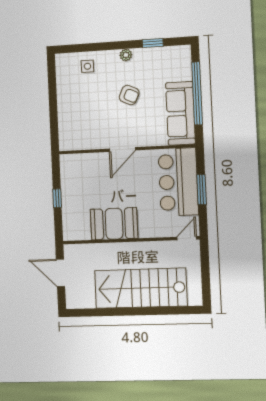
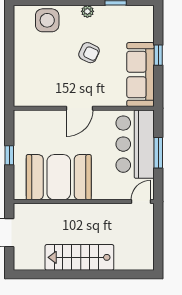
side table: (87, 66) -> (47, 20), width x1.87, depth x1.87
window: (197, 93) -> (158, 55), width x0.32
booth: (114, 224) -> (59, 177), width x1.36, depth x1.42
stairs: (141, 288) -> (79, 257), width x0.73, depth x0.66

